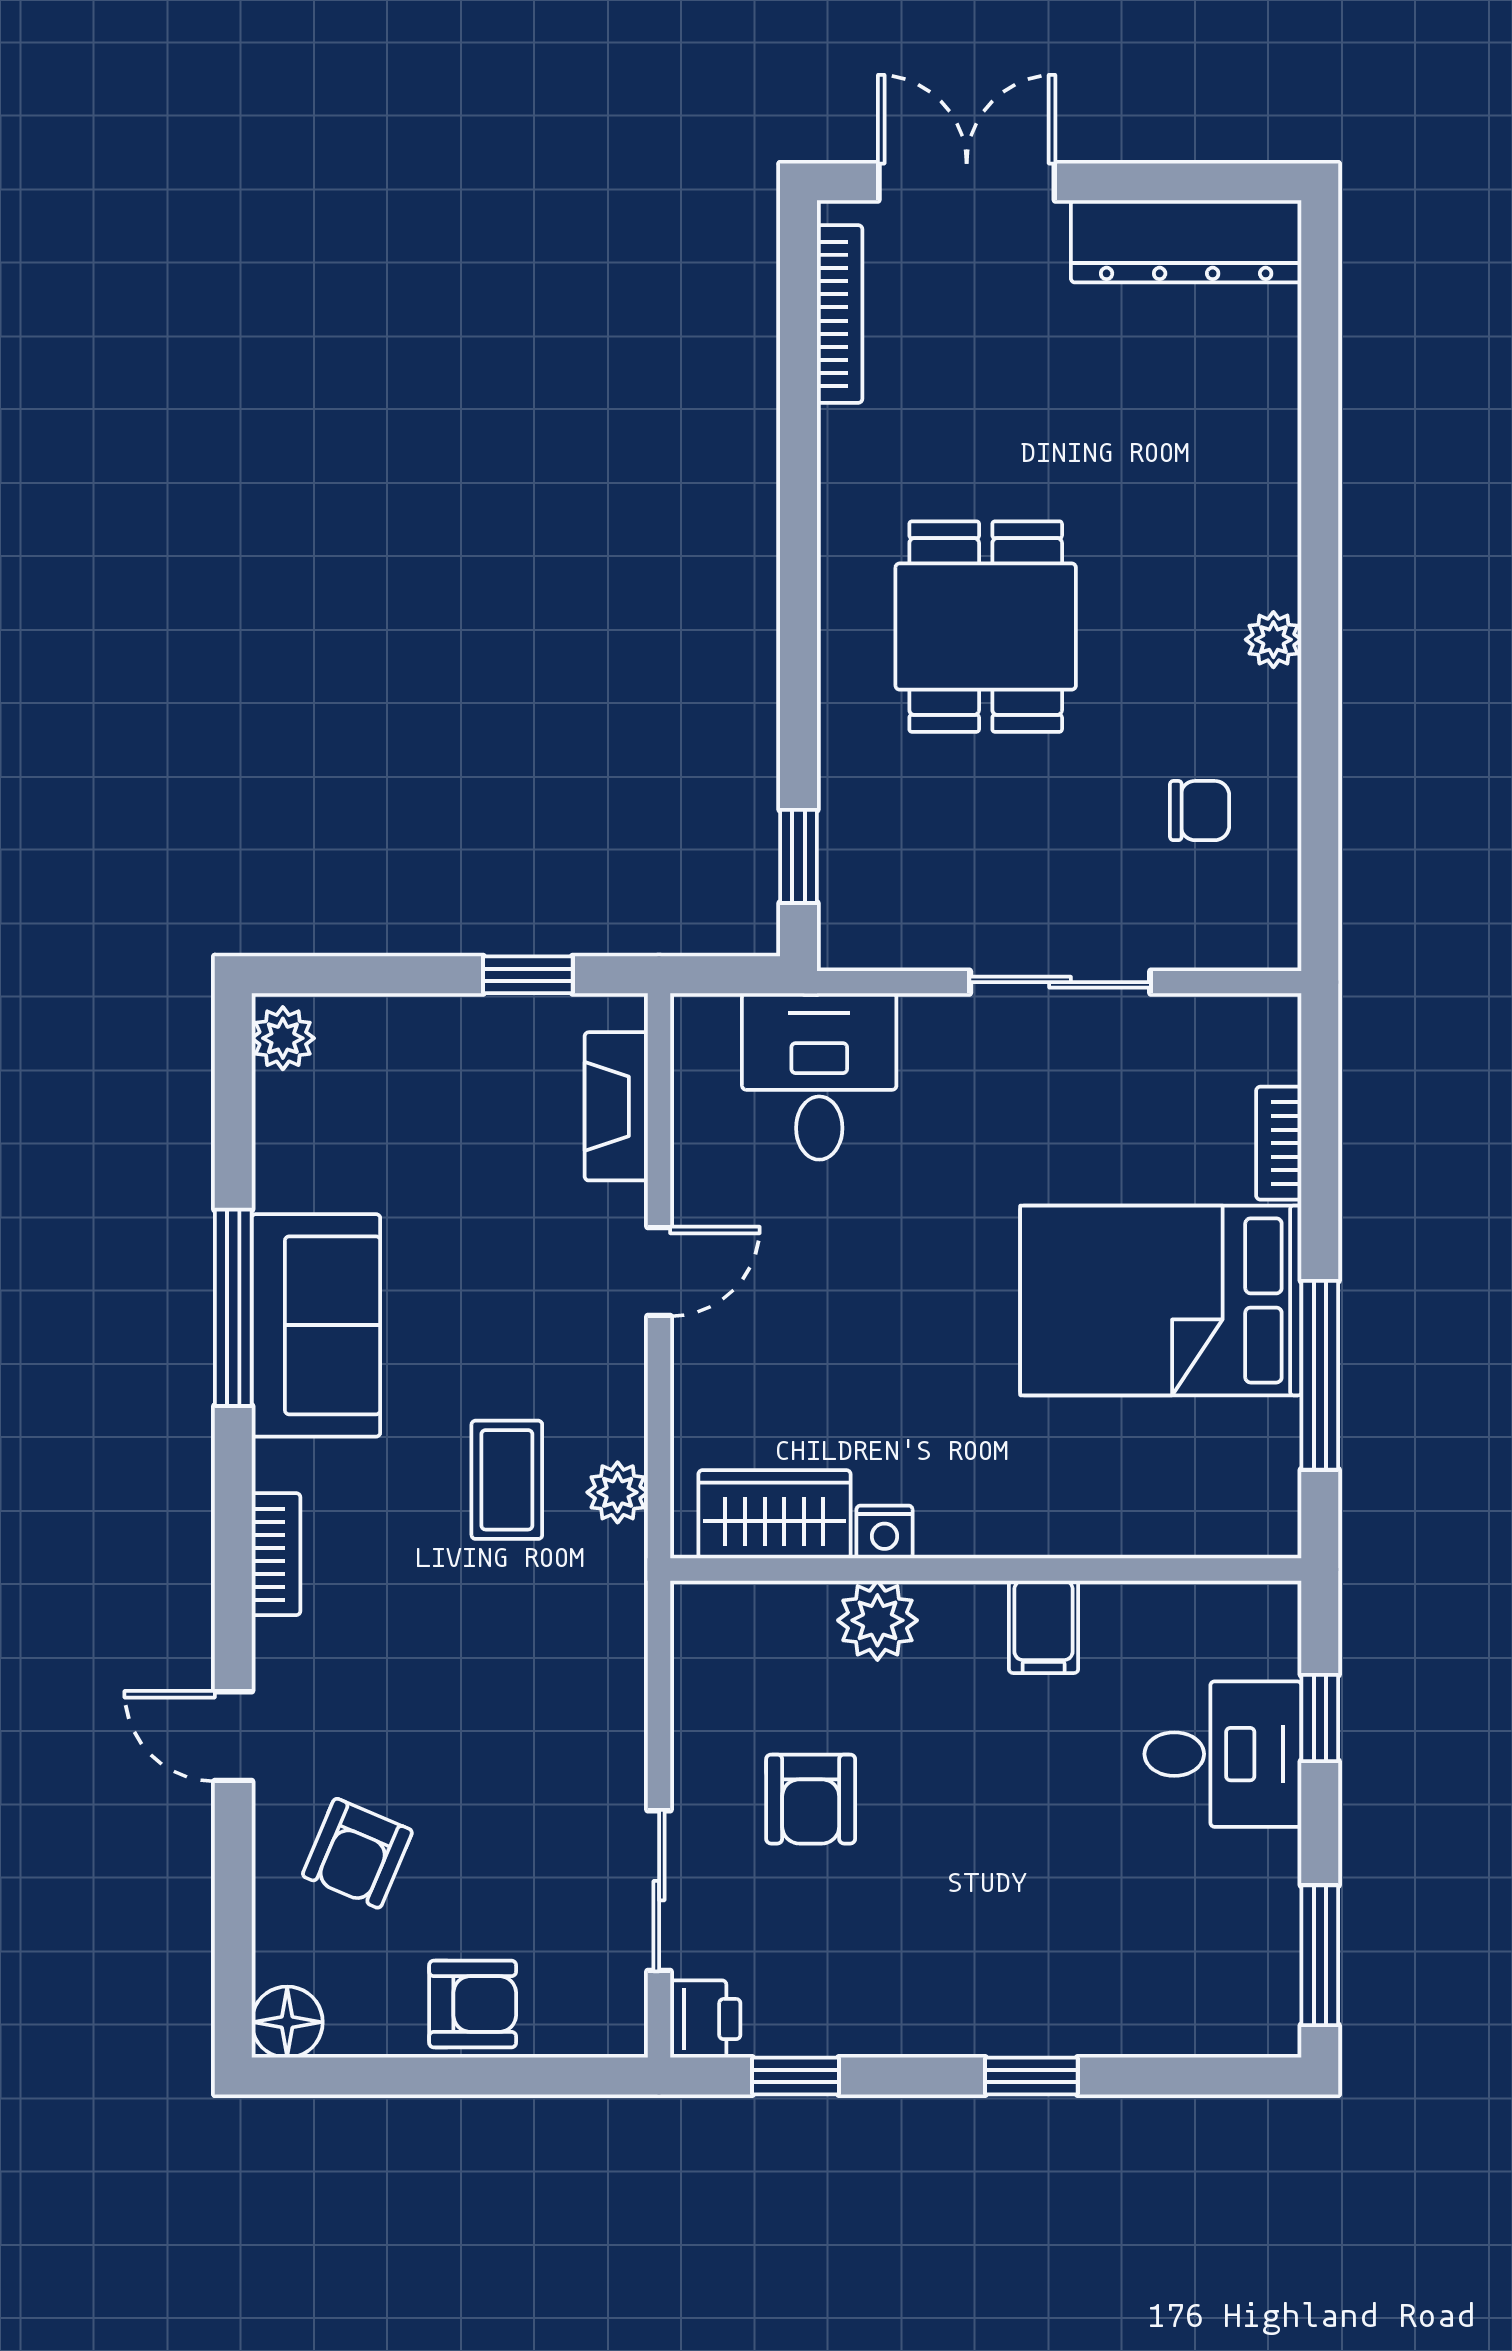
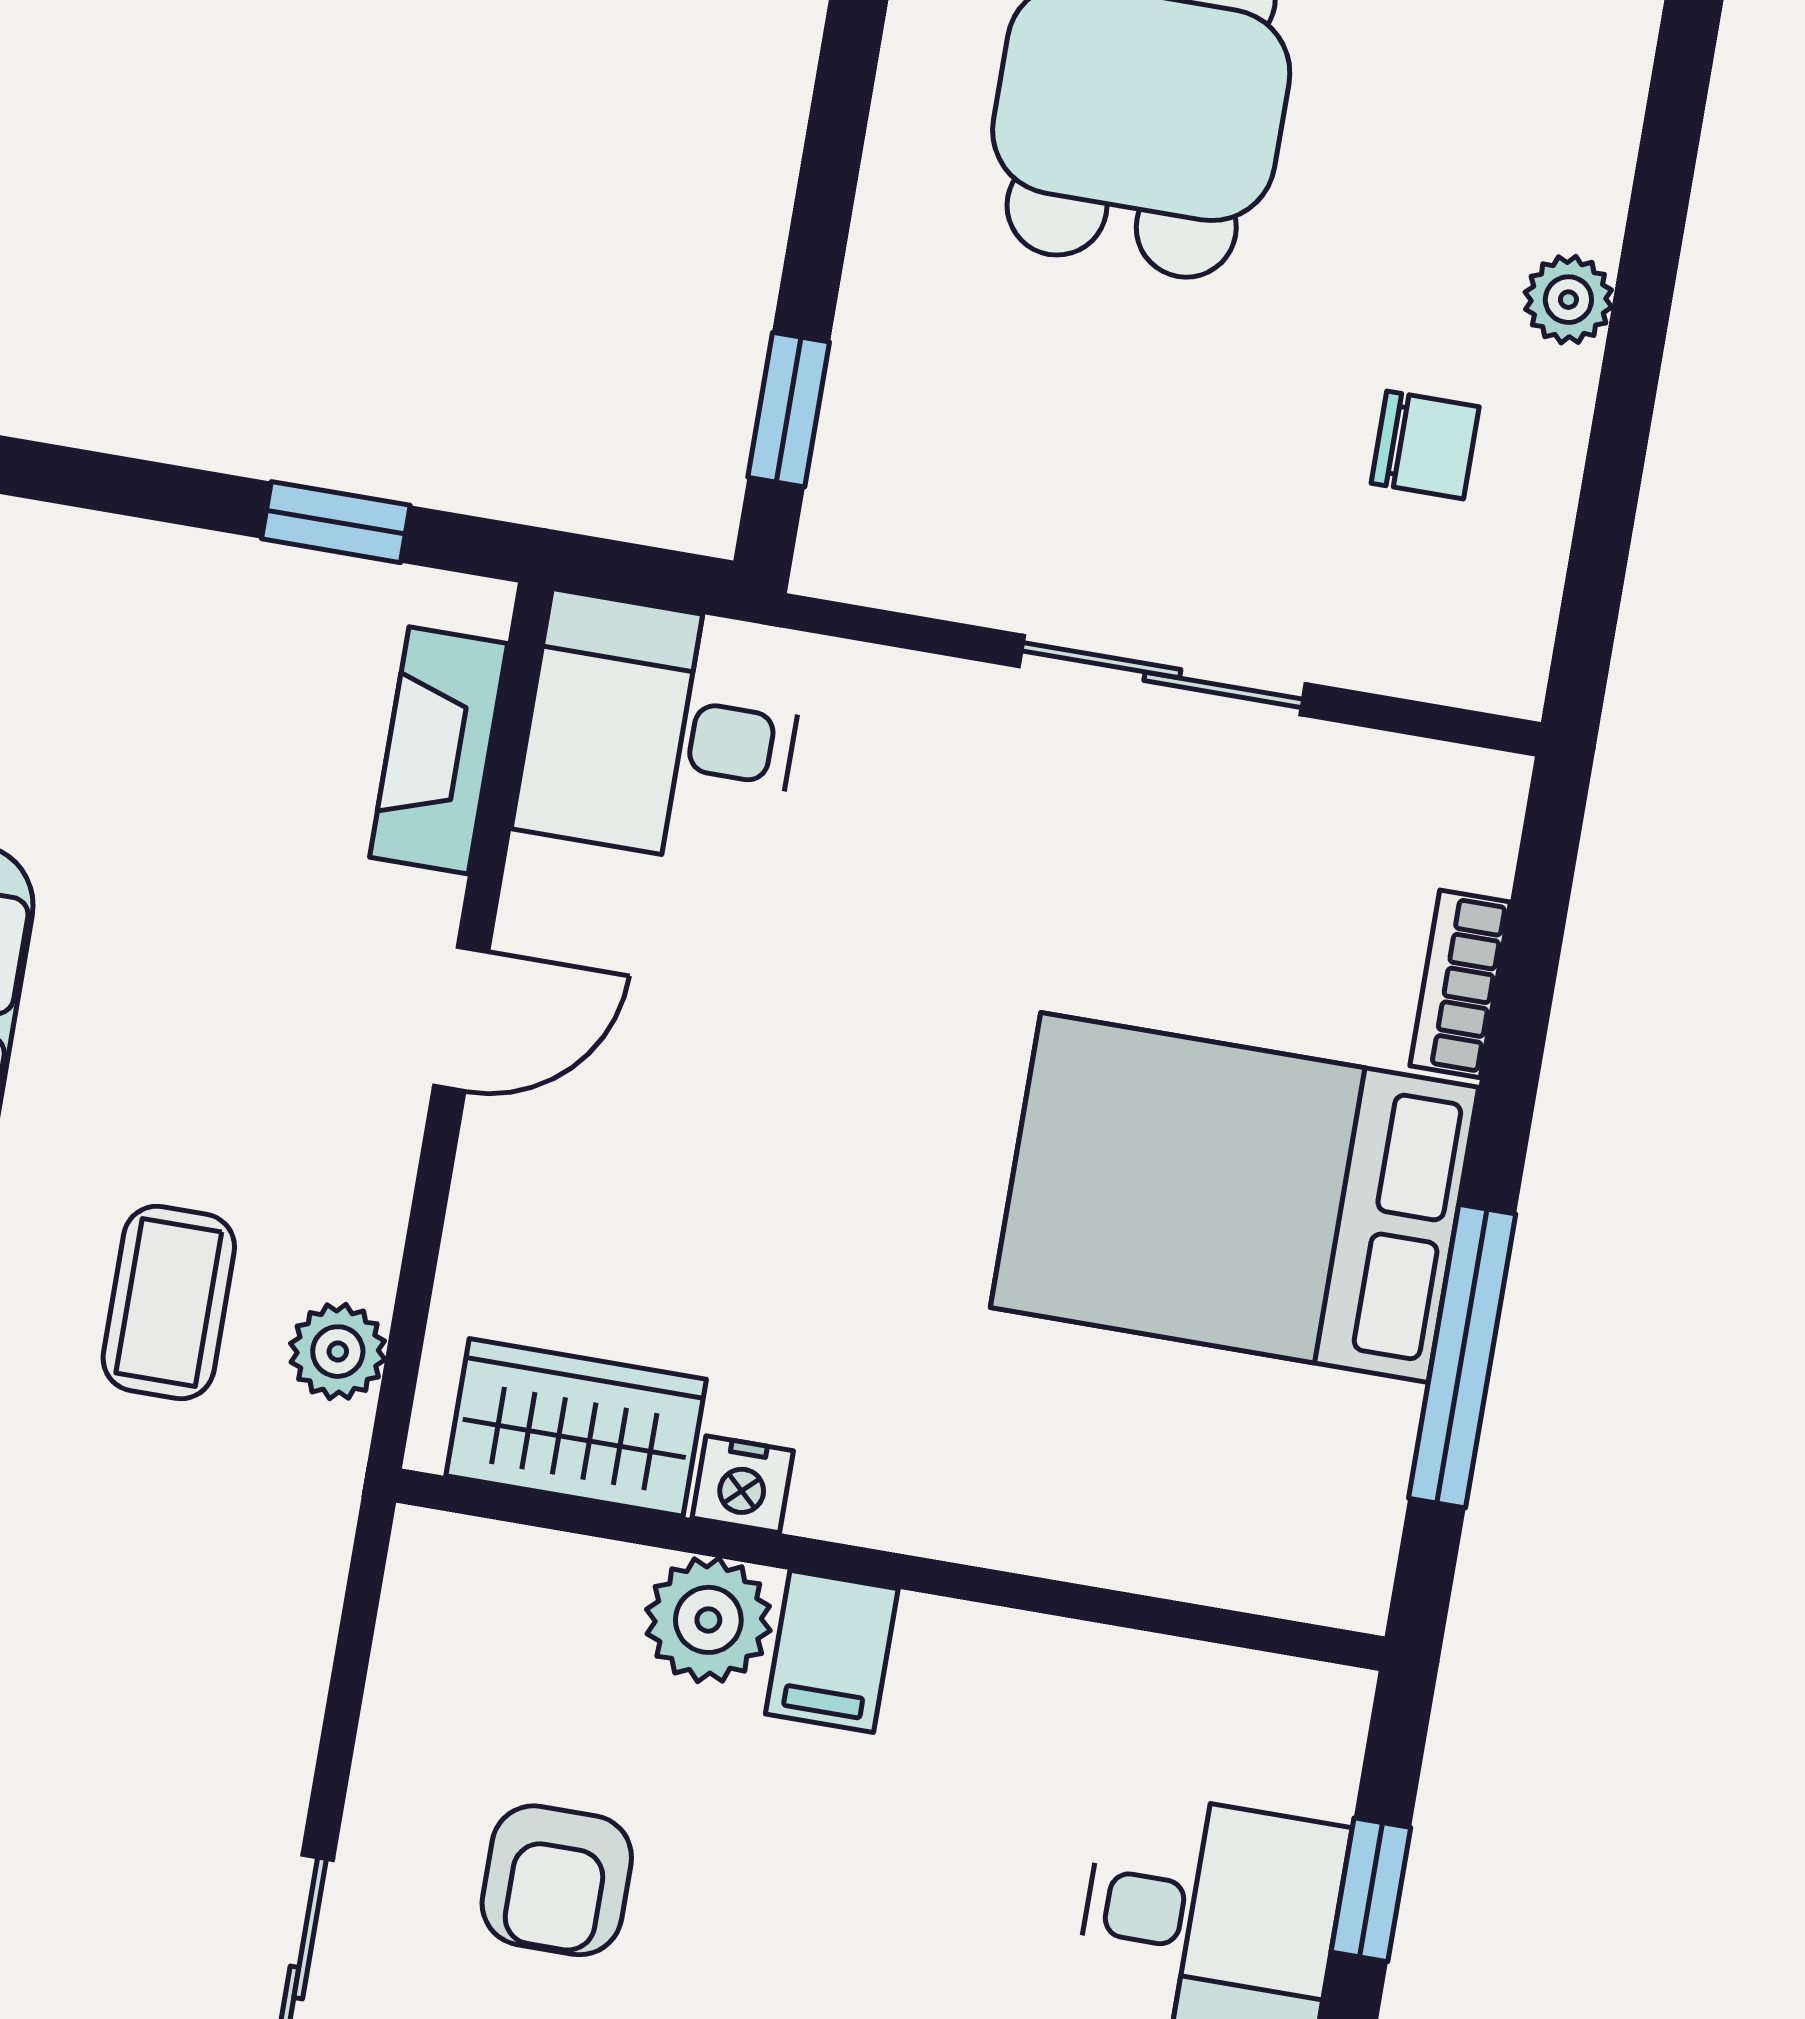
plant: (1273, 640) -> (1568, 300), moved
desk: (819, 1076) -> (661, 731), moved, turned -90
filing cabinet: (1044, 1627) -> (832, 1651), moved

